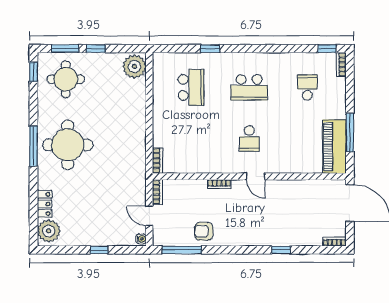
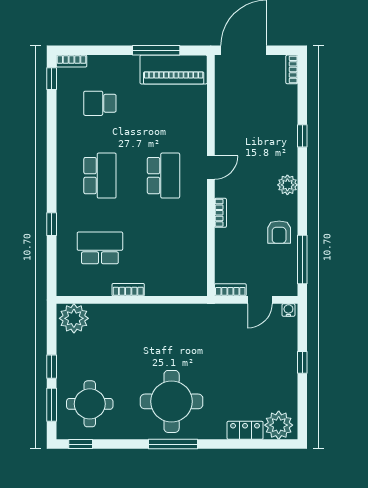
school desk: (249, 138) -> (163, 176), width x1.85
bookcase: (157, 161) -> (128, 290), moved
plant: (242, 238) -> (287, 185), added

